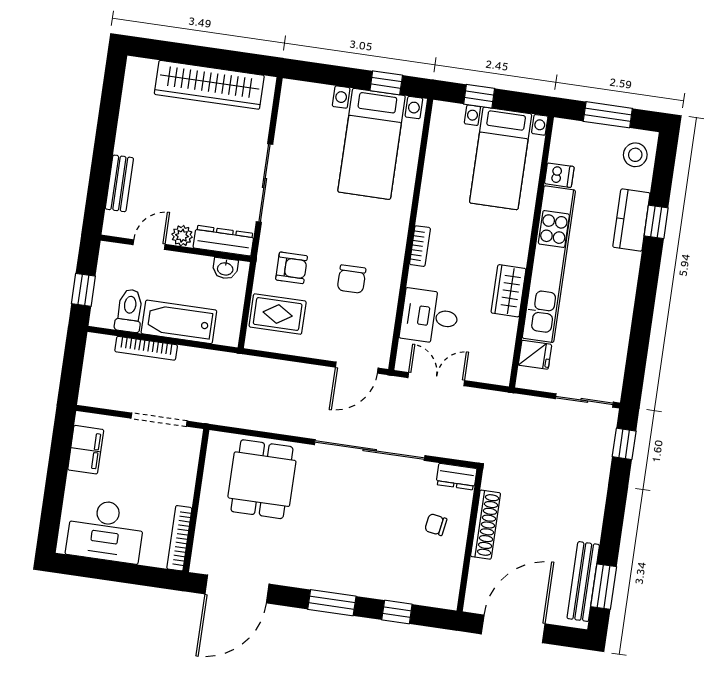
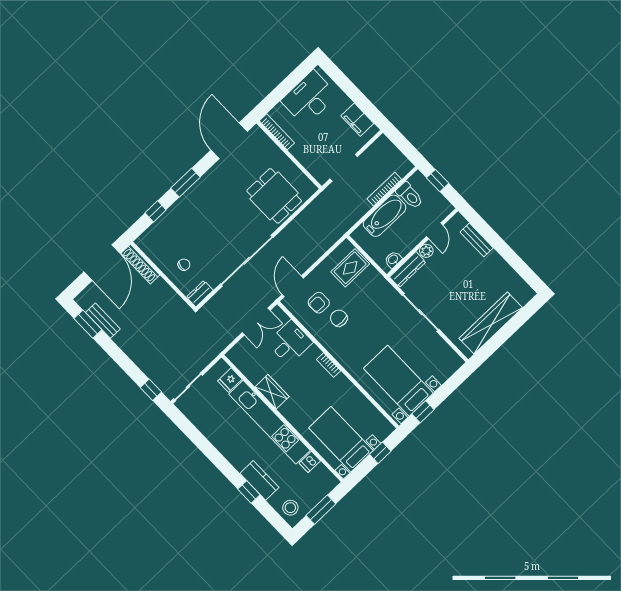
armchair: (292, 268) -> (319, 303), moved
shoe rack: (486, 525) -> (140, 264), moved
bench: (583, 582) -> (103, 321), width x0.73

